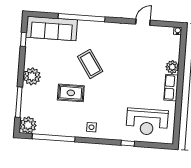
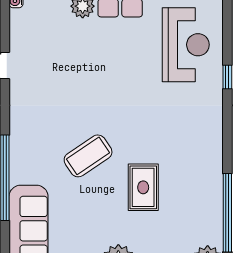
side table: (91, 127) -> (203, 145), removed

